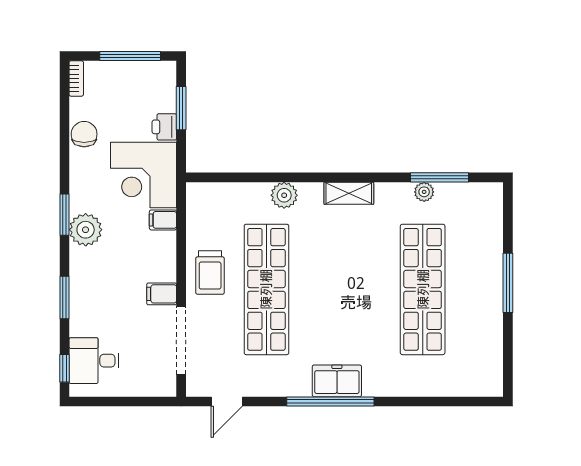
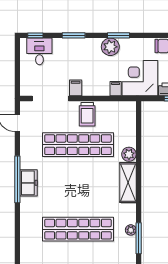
shelving: (349, 193) -> (128, 183), width x1.50, depth x1.33
trolley: (210, 272) -> (87, 114), turned -90

